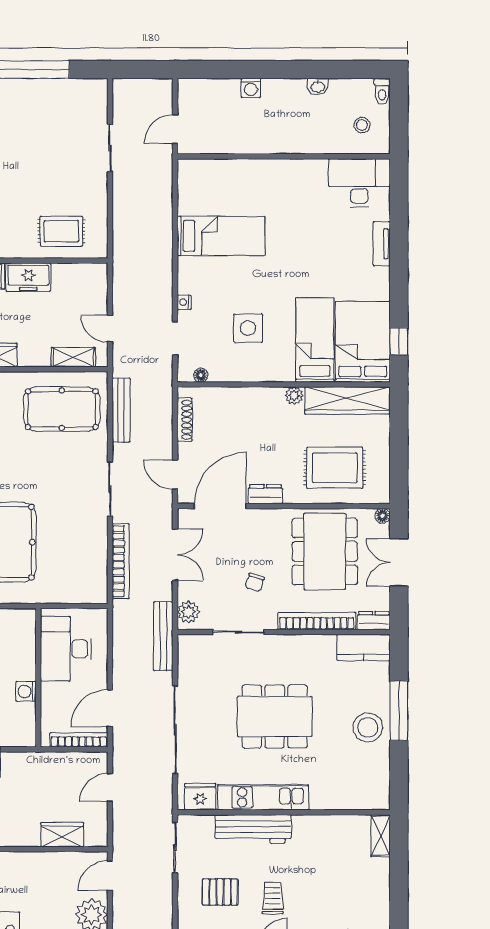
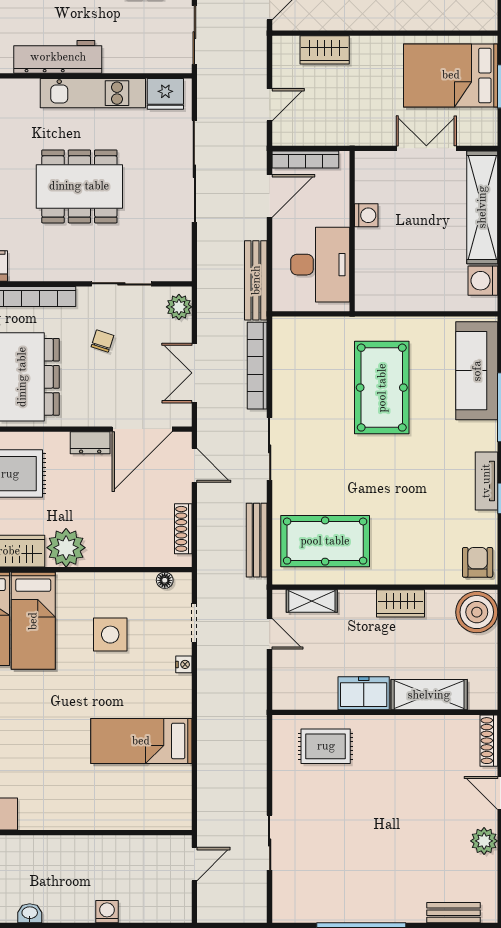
plant: (294, 396) -> (66, 548), width x1.88, depth x1.88
bench: (163, 636) -> (256, 280), moved
workbench: (253, 829) -> (58, 57), moved

